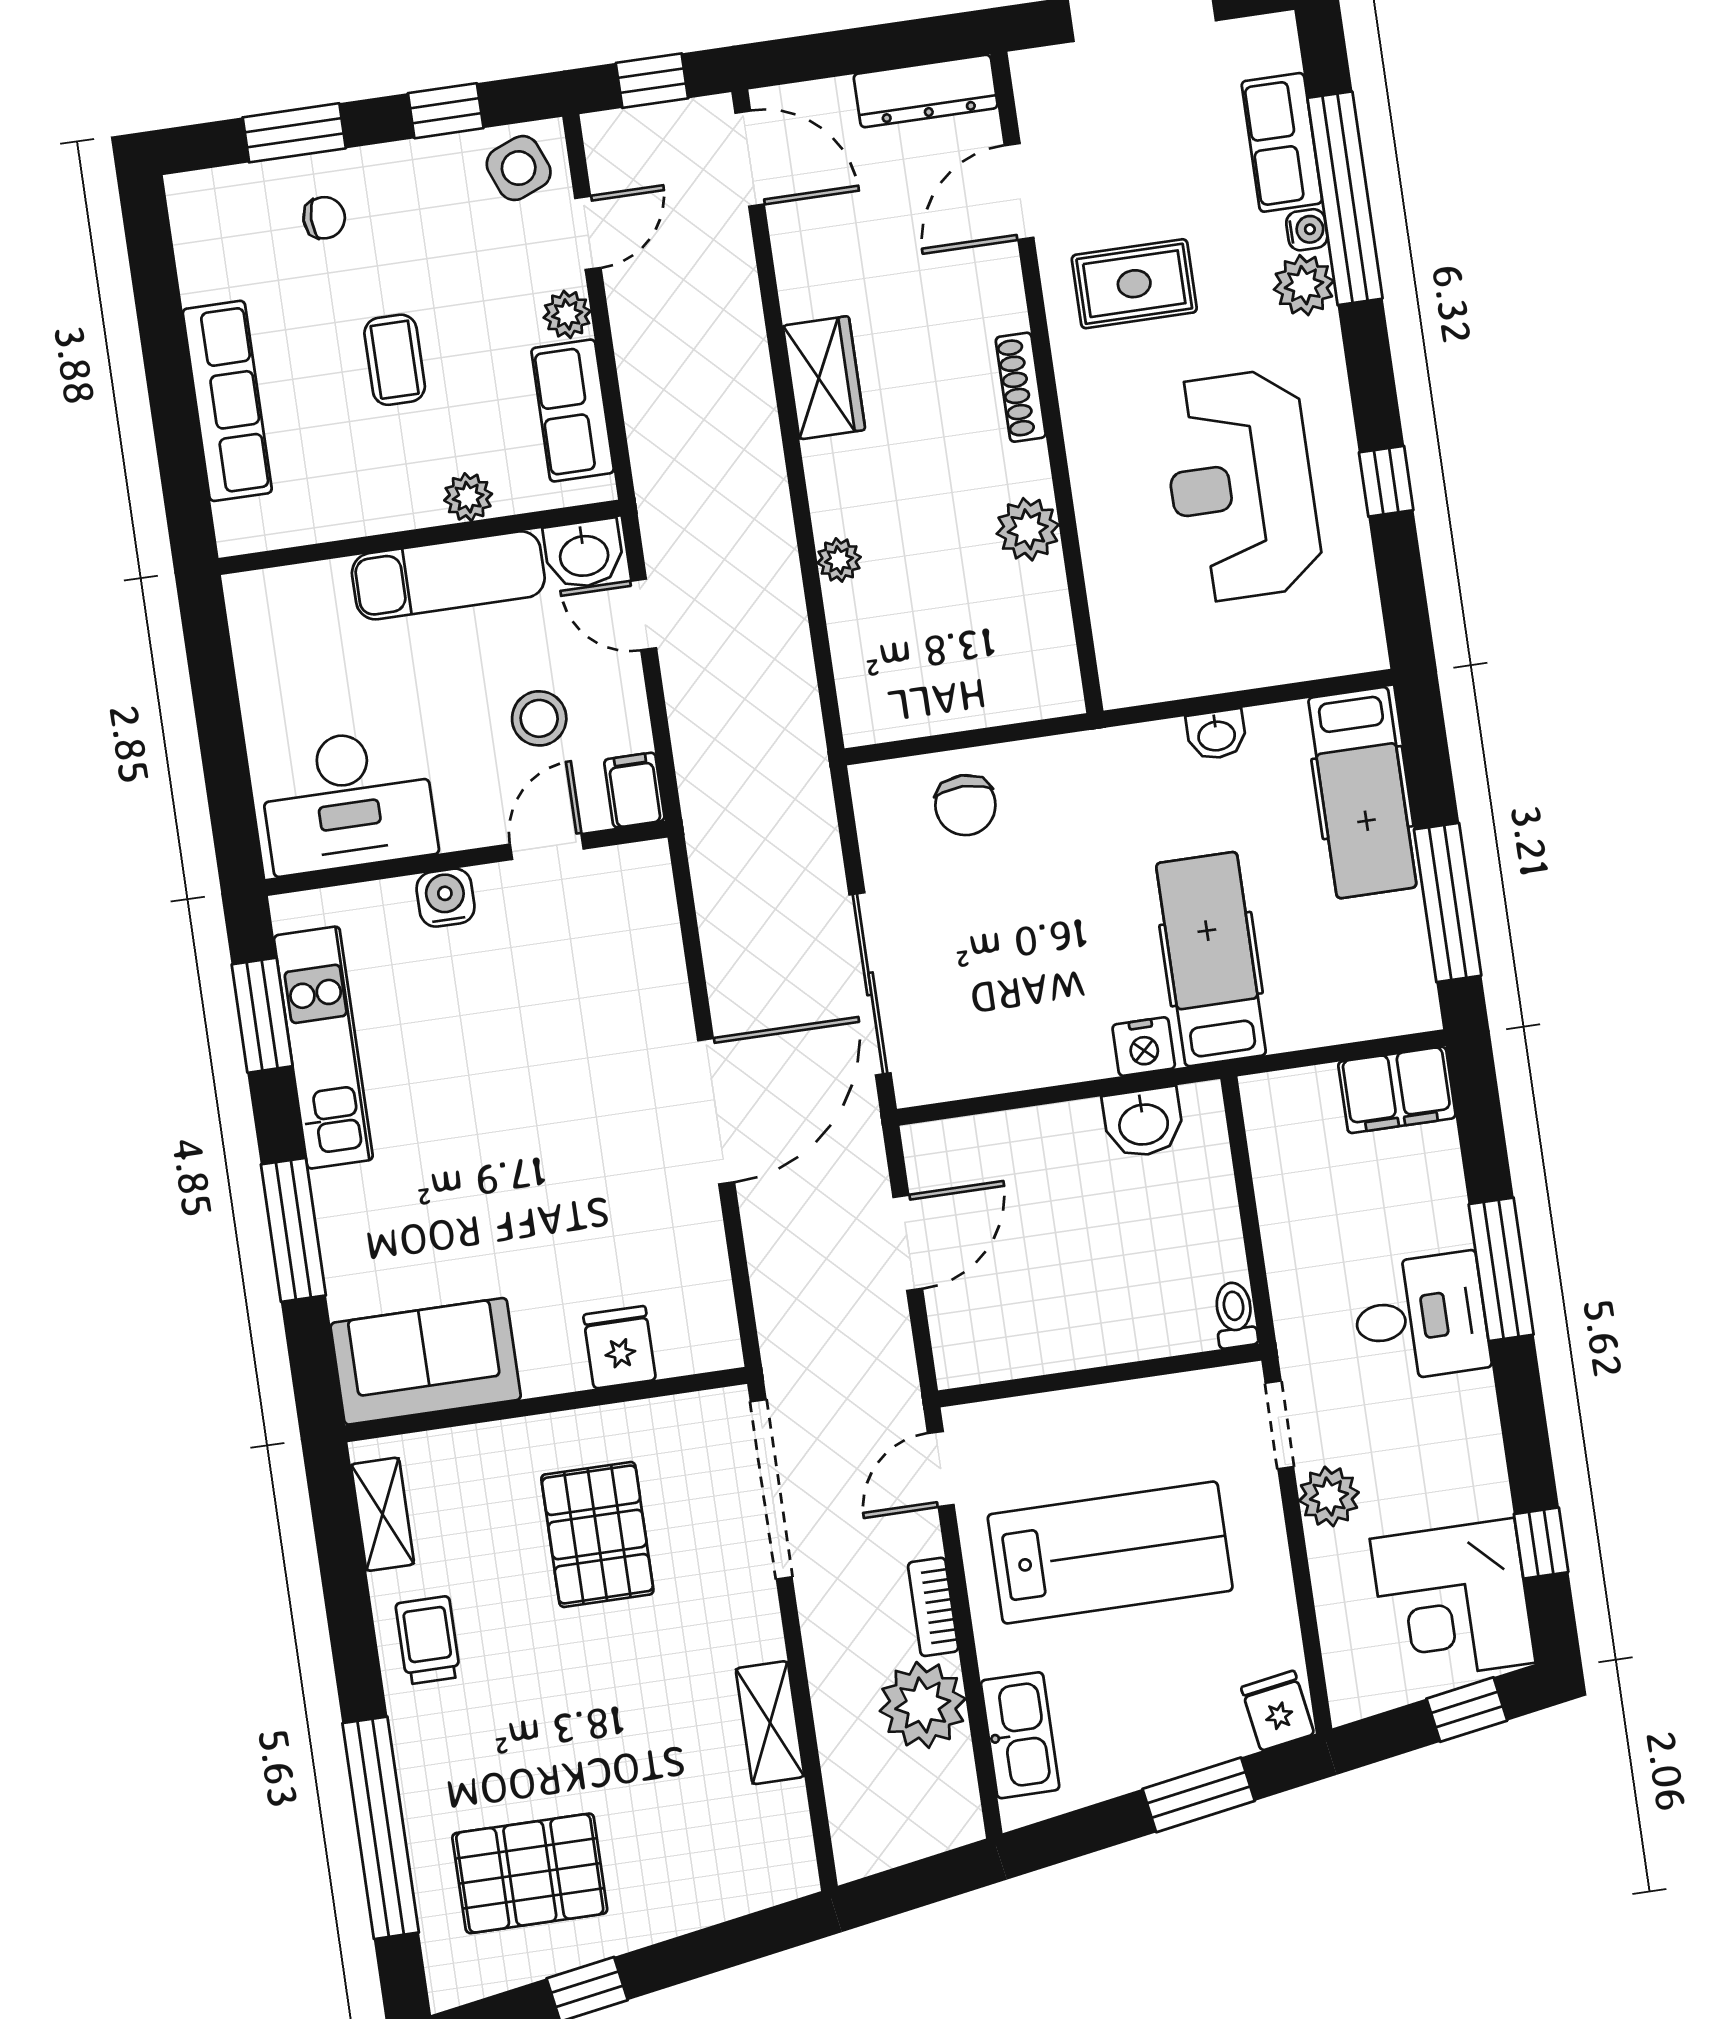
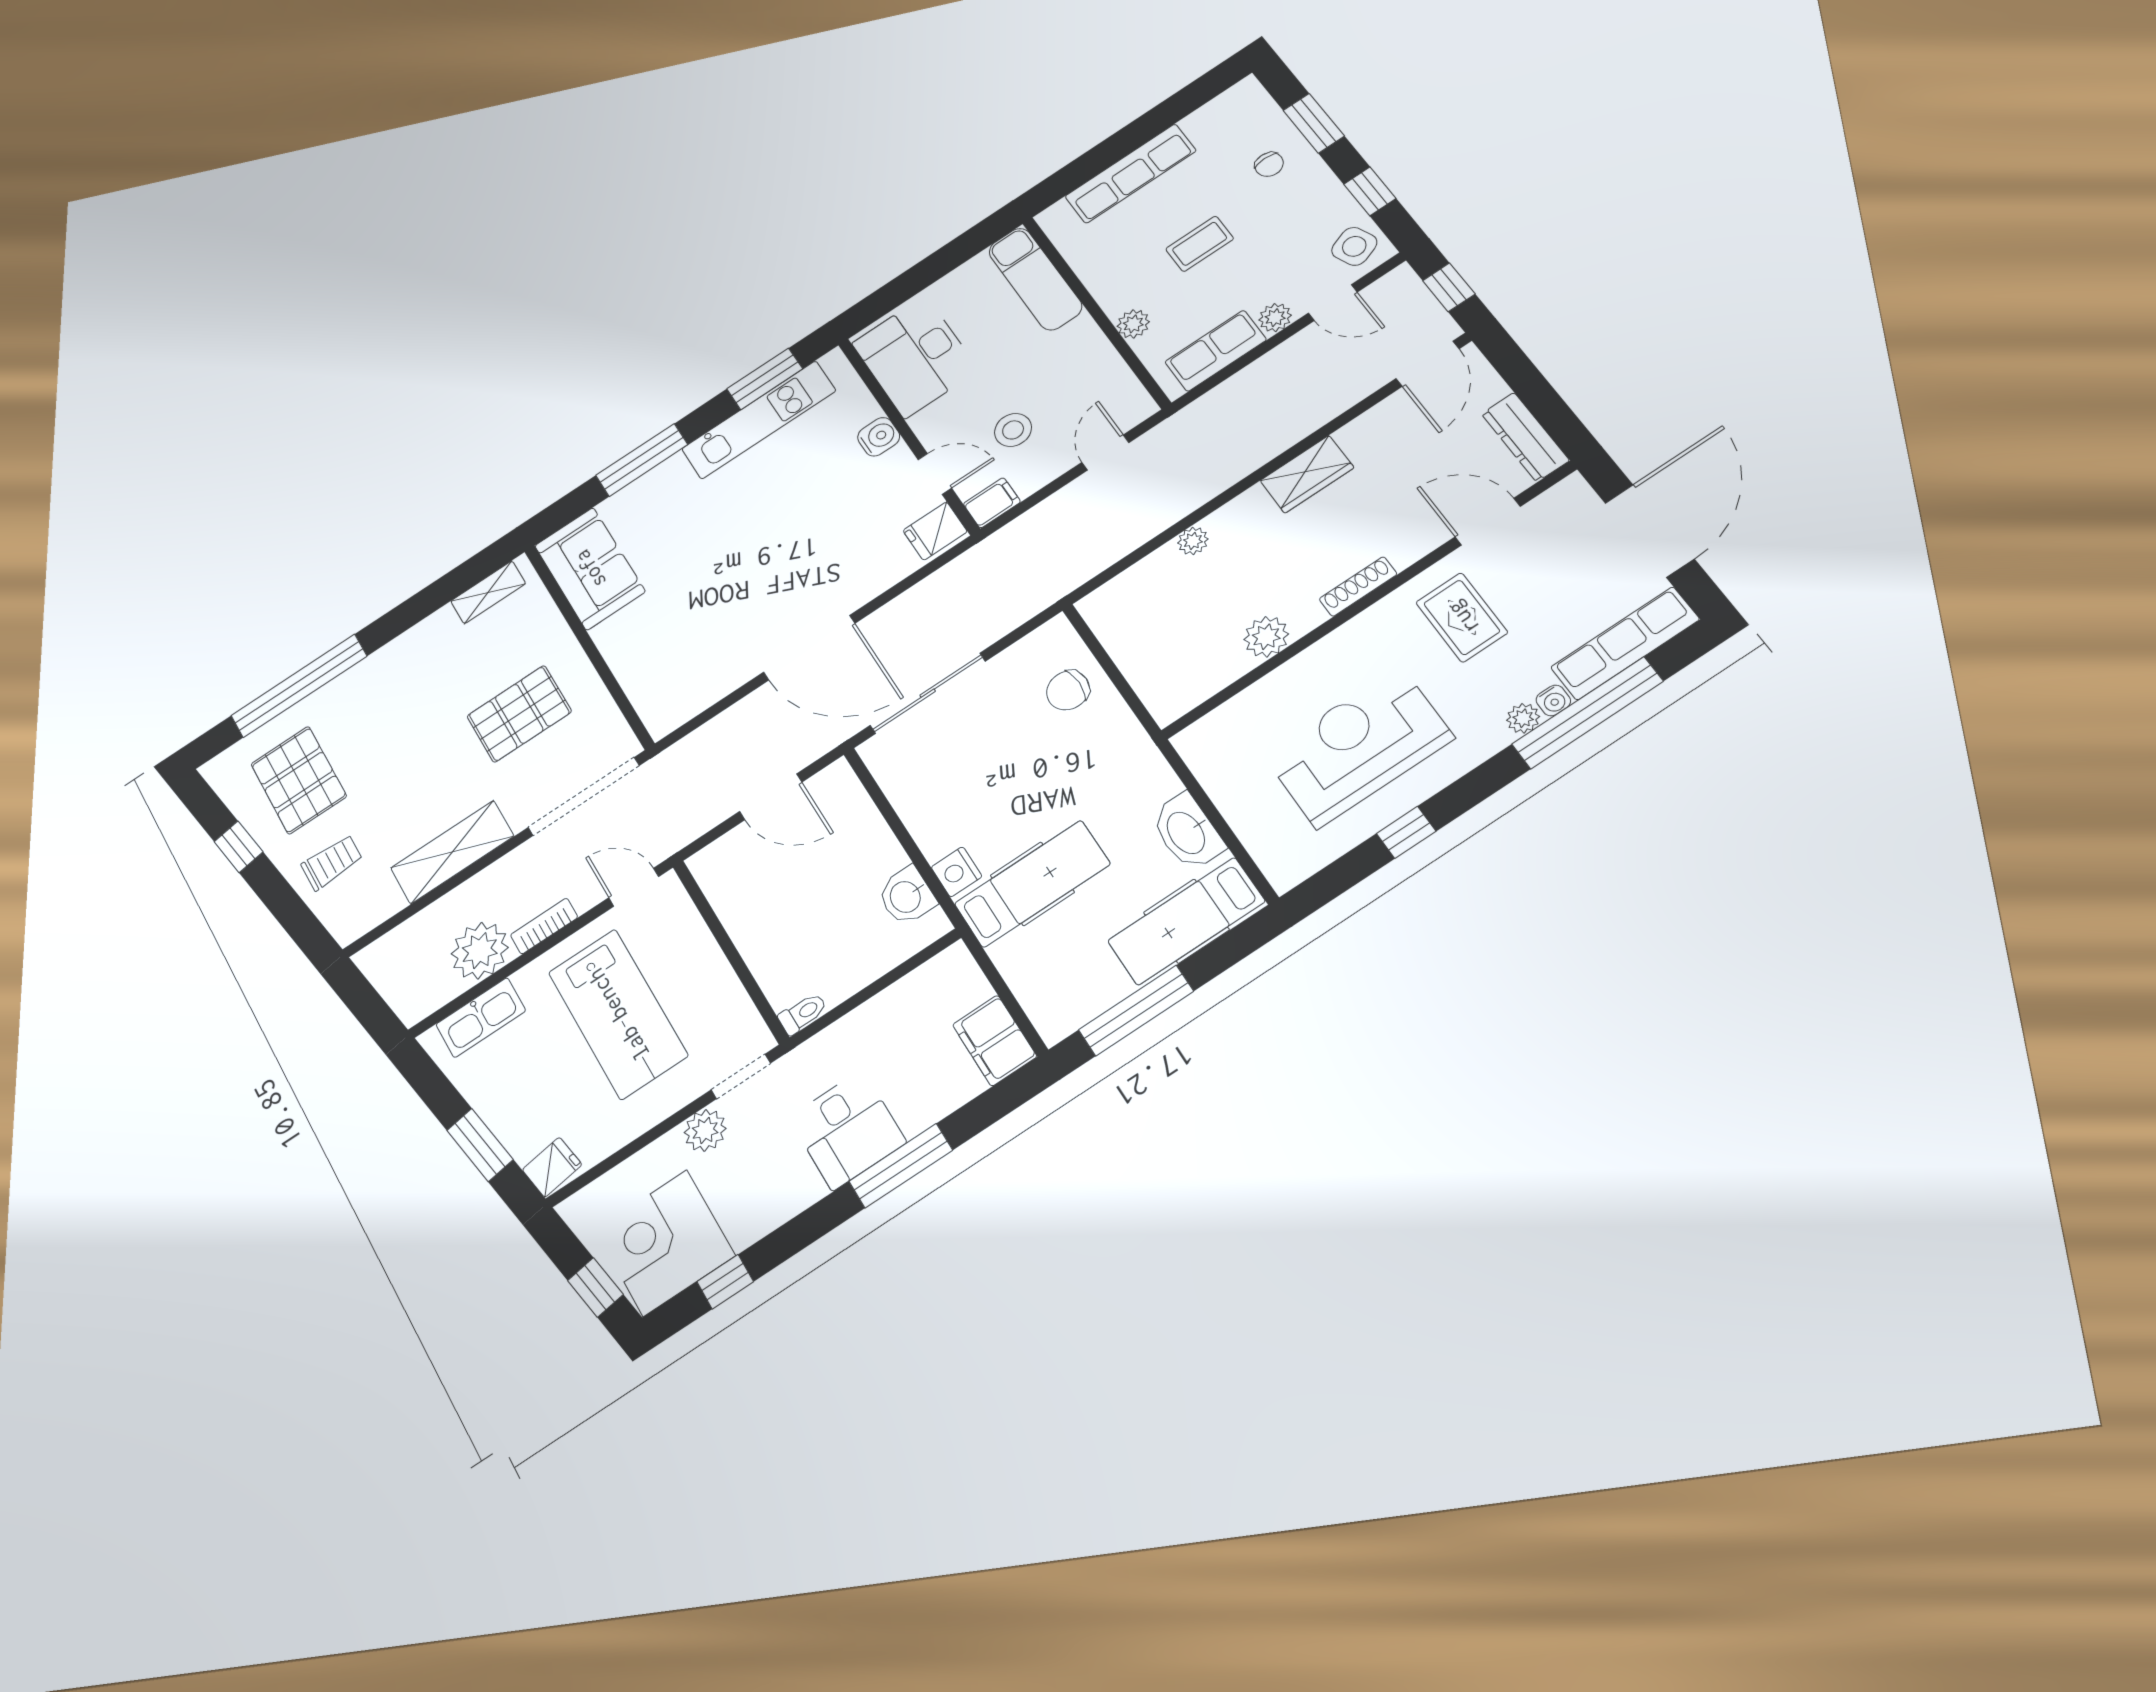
row of seats: (1282, 142) -> (1625, 643), width x1.48
plant: (1304, 285) -> (1523, 718), width x0.73, depth x0.73
washbasin: (584, 554) -> (1128, 402), removed
exam couch: (448, 575) -> (1035, 279), moved
washbasin: (1216, 735) -> (1187, 832), width x1.91, depth x1.45
fridge: (620, 1347) -> (935, 531), moved, turned 180
trolley: (428, 1640) -> (332, 862), moved
shelving: (770, 1723) -> (452, 852), width x1.50, depth x1.33

